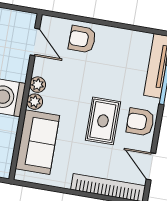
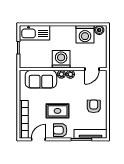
armchair: (82, 39) -> (94, 106), moved
armchair: (140, 122) -> (60, 130), turned -90

